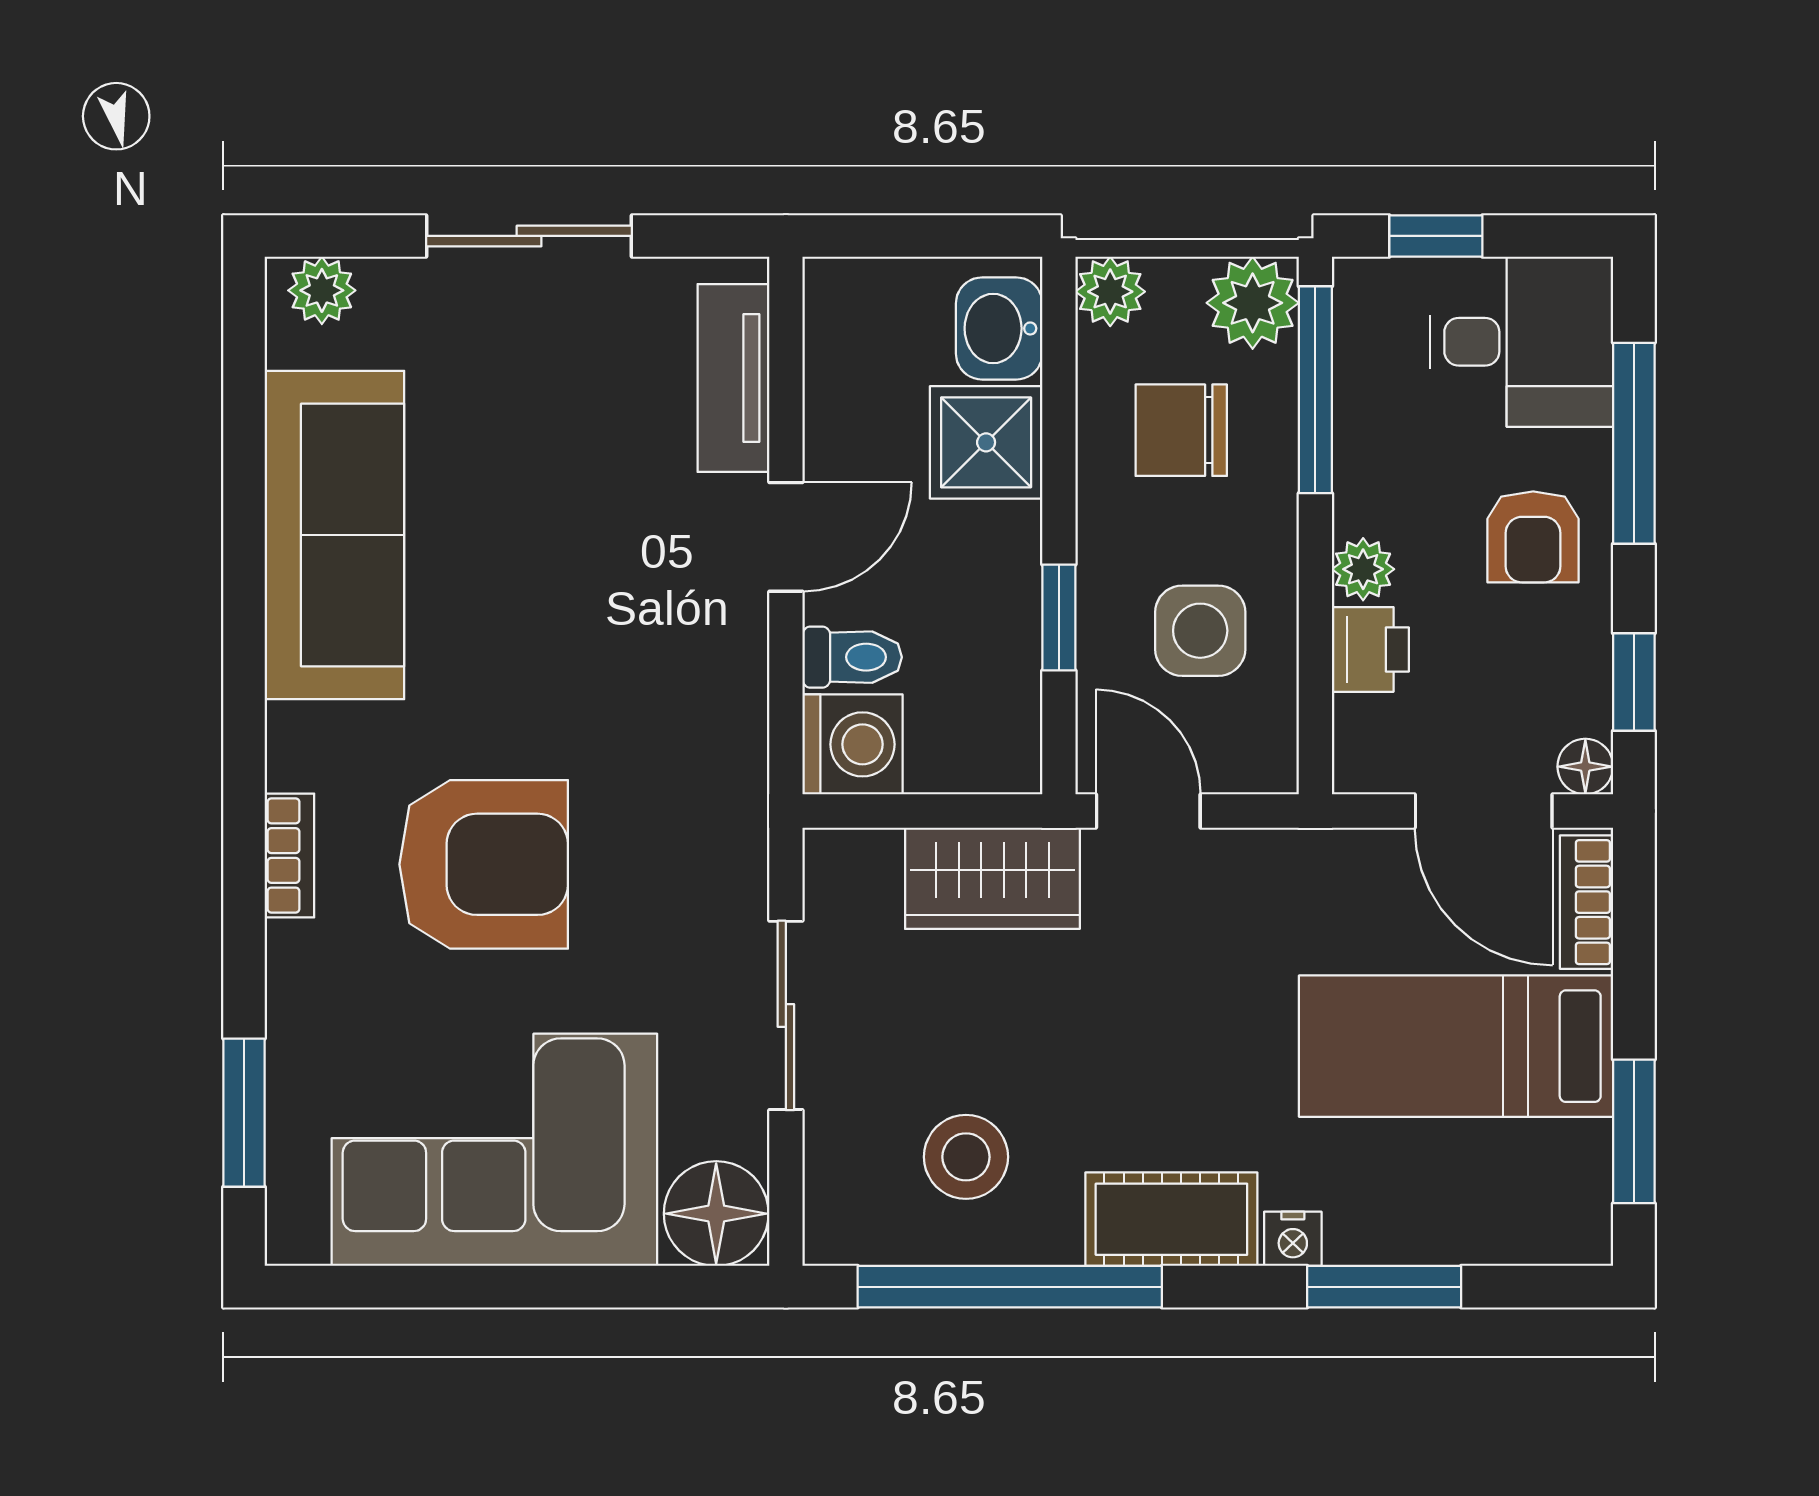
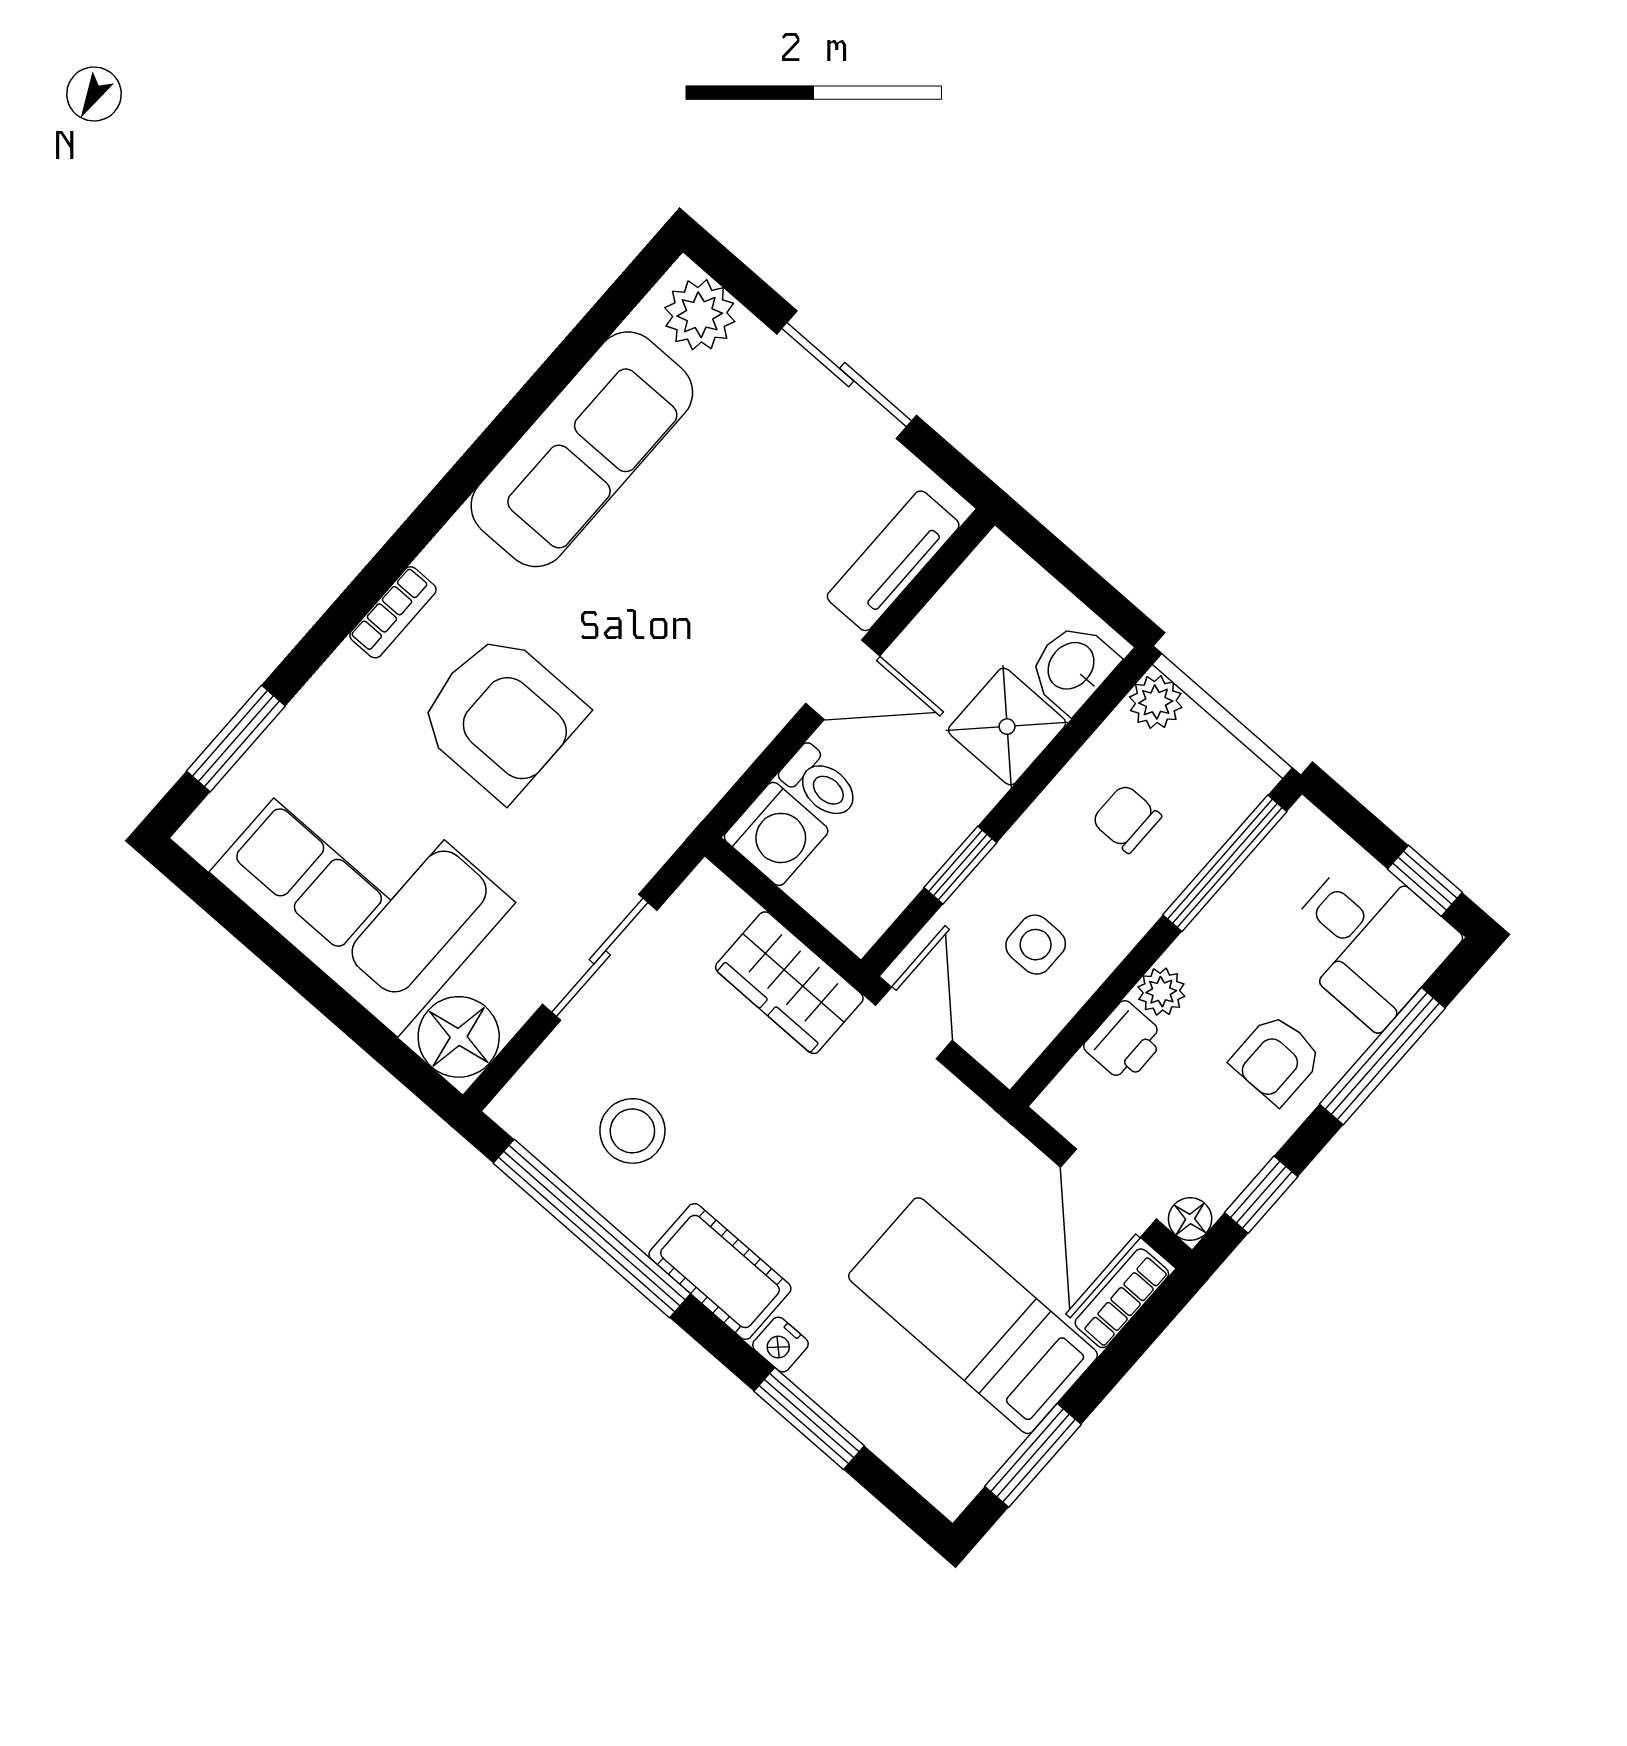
window: (1436, 236) -> (1425, 881), moved
plant: (322, 290) -> (700, 315), width x1.38, depth x1.38
plant: (1253, 303) -> (1233, 781), removed
chair: (1181, 430) -> (1126, 819), width x0.73, depth x0.73
side table: (1200, 631) -> (1036, 945), width x0.73, depth x0.73

